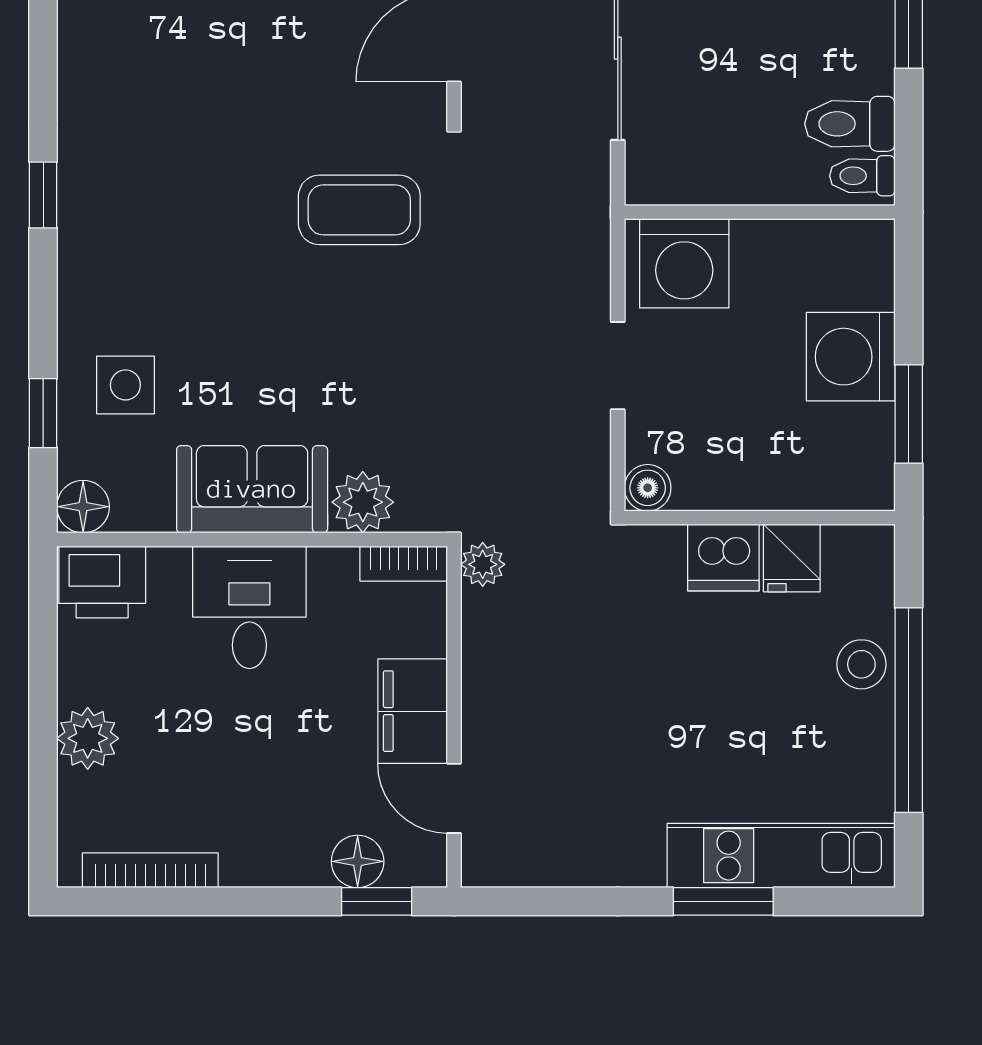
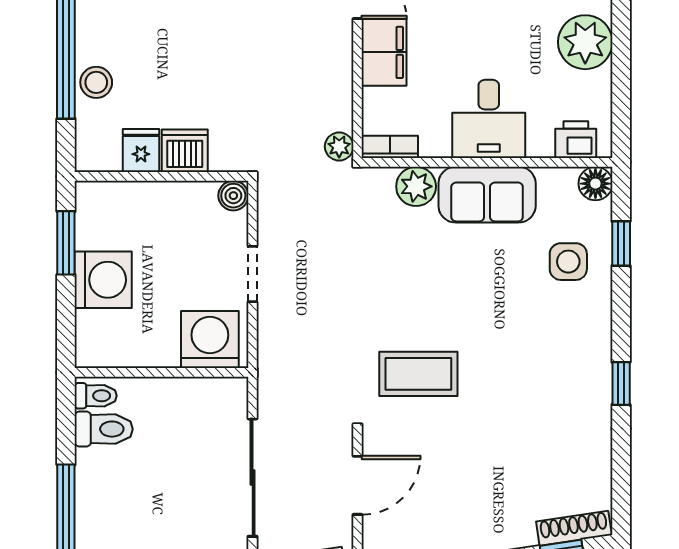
printer: (102, 582) -> (576, 140), width x0.73, depth x0.81
plant: (88, 738) -> (585, 42), width x1.36, depth x1.36

